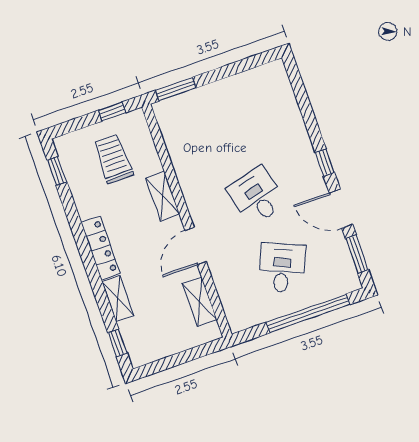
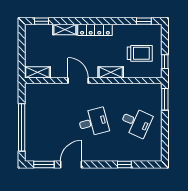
window: (325, 163) -> (124, 164), moved
desk: (282, 268) -> (136, 122), moved
shelving: (200, 302) -> (37, 72), moved

